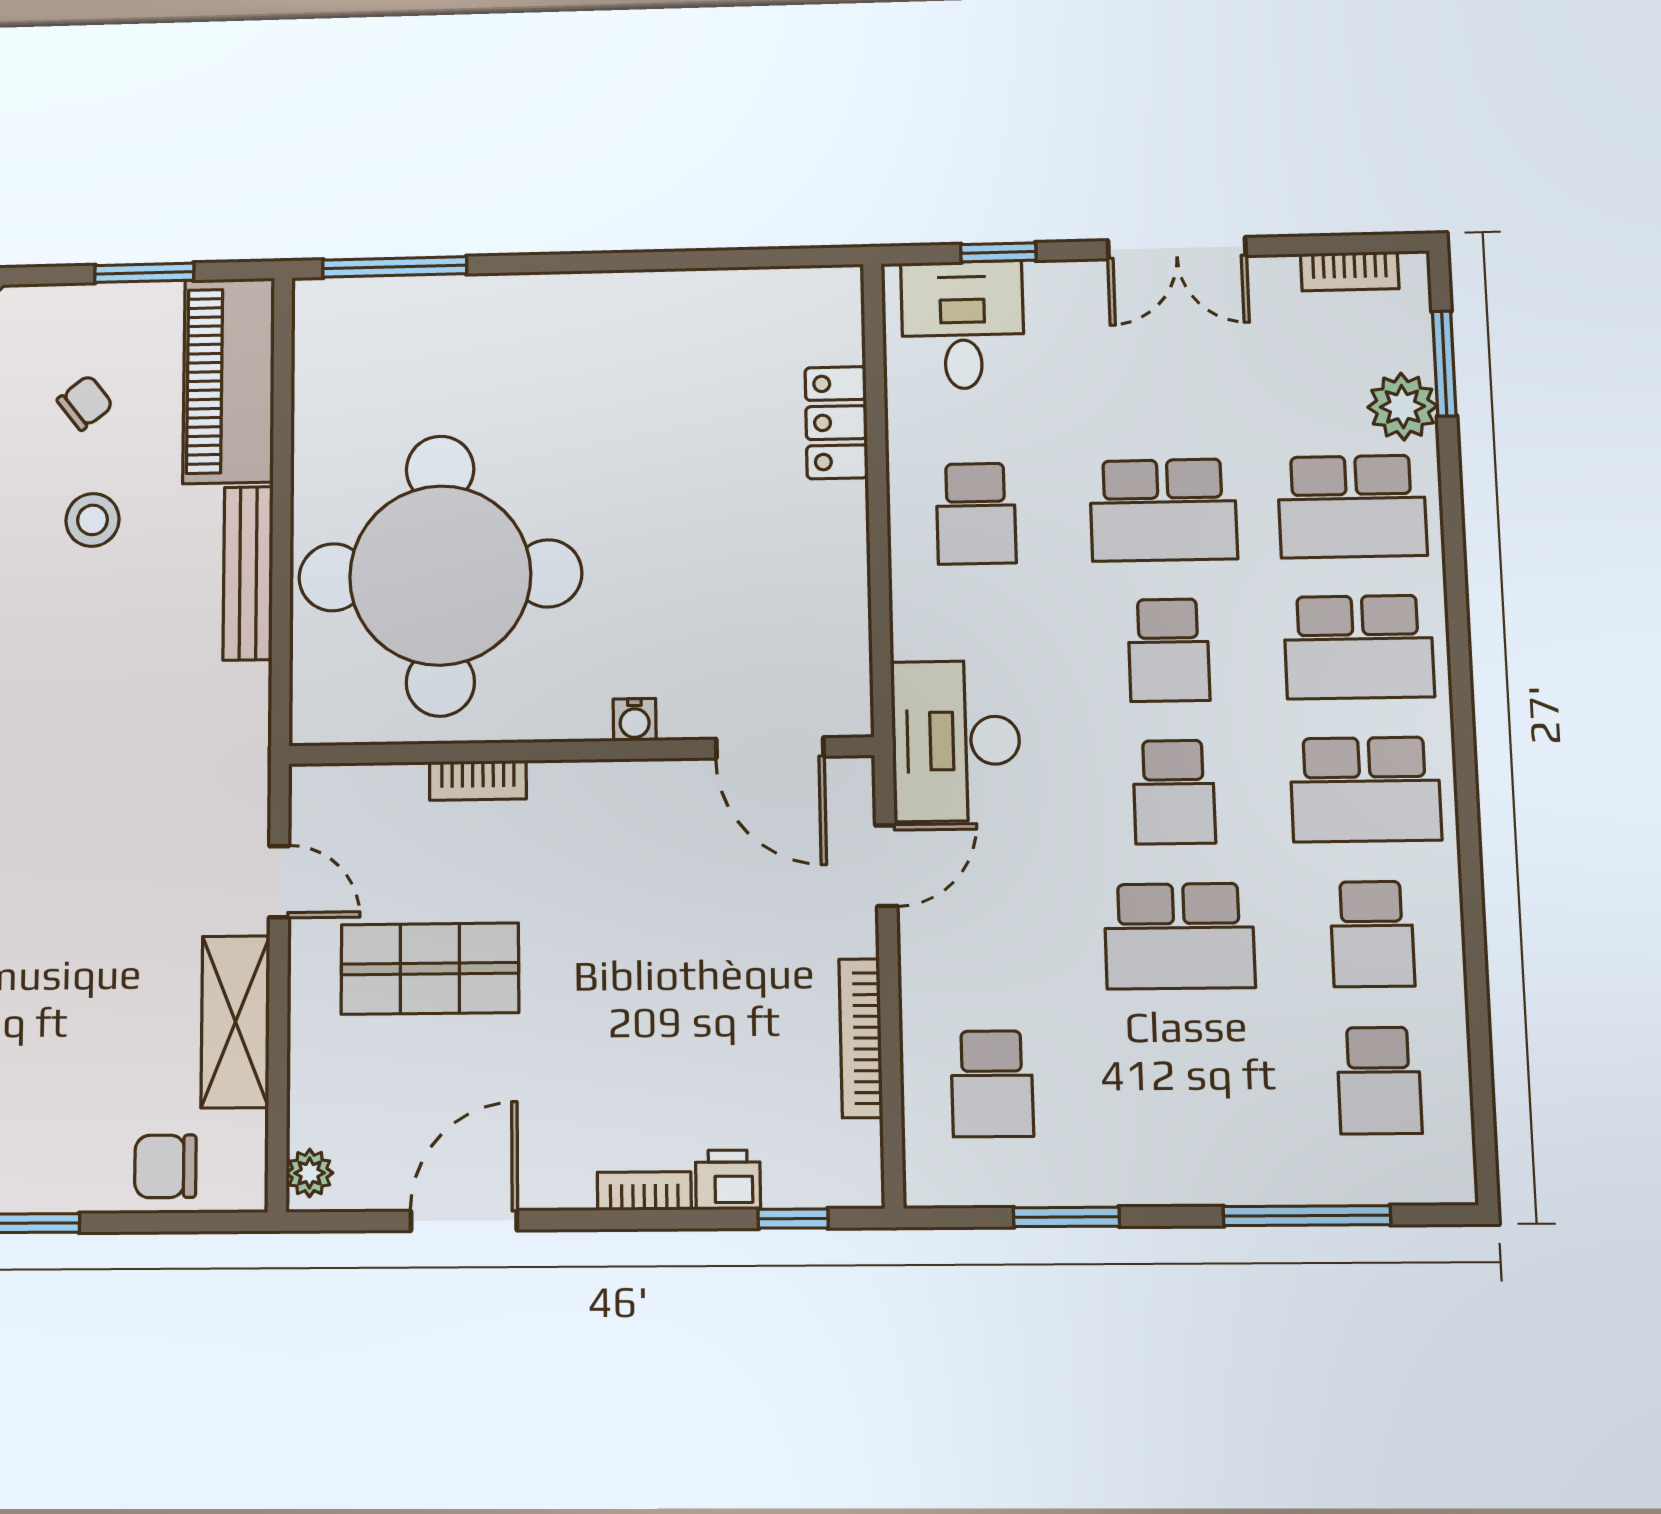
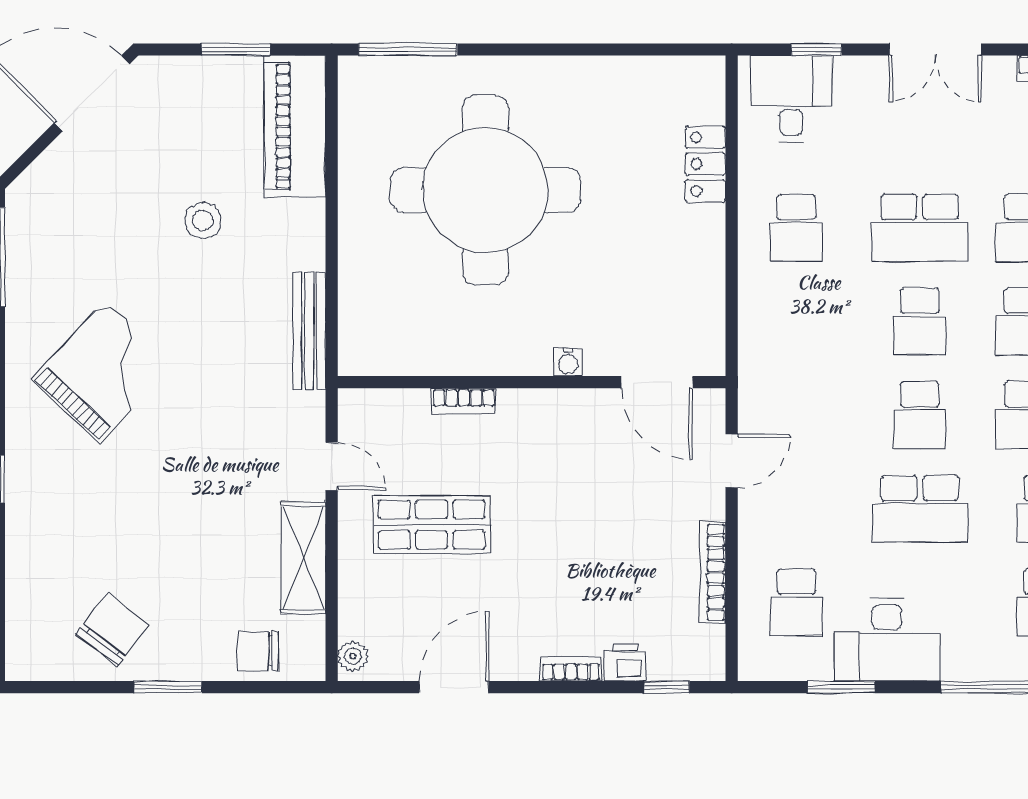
chair: (85, 403) -> (196, 139), removed
bench: (248, 573) -> (309, 331), moved
round table: (440, 575) -> (486, 190), moved
desk: (956, 741) -> (887, 640), moved, turned -90

